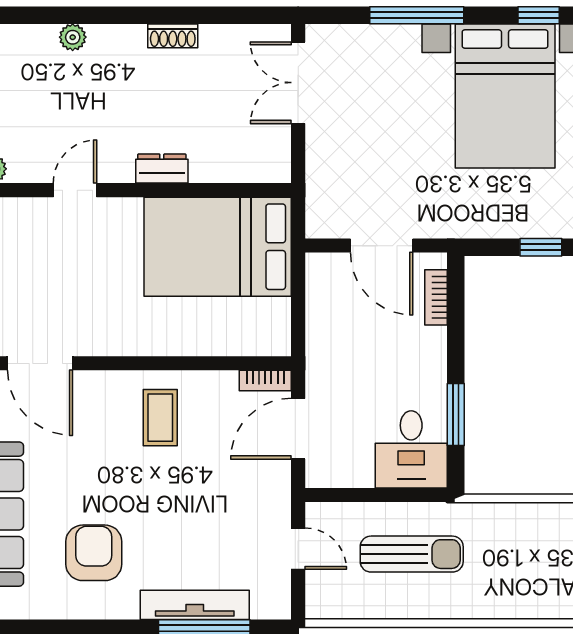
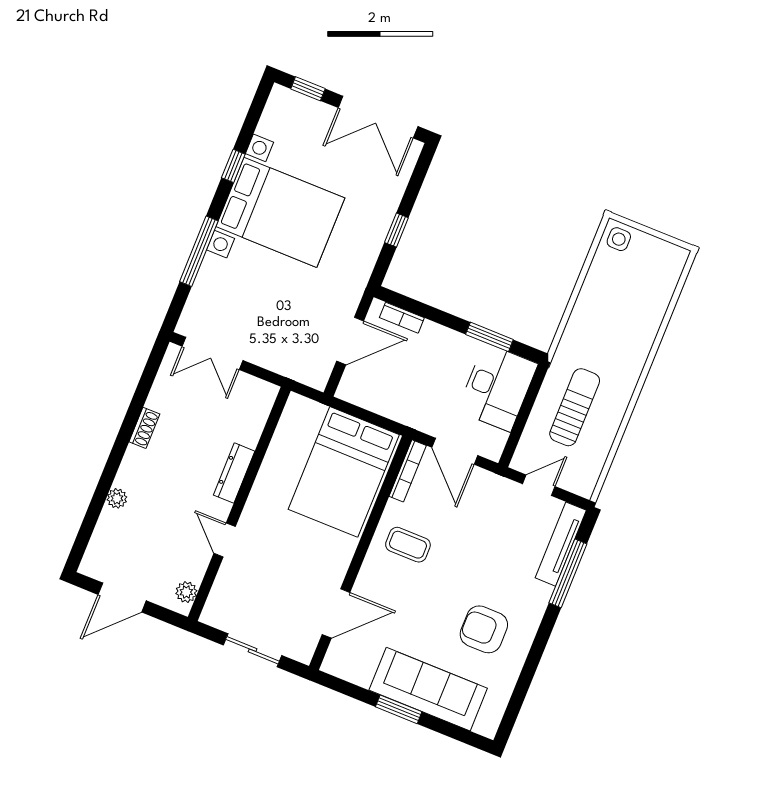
dresser: (162, 169) -> (234, 473), width x1.44
bed: (218, 247) -> (344, 472), moved
bookcase: (265, 381) -> (408, 471), width x1.56
desk: (411, 449) -> (497, 387), width x1.37
tv unit: (195, 605) -> (561, 544), moved

